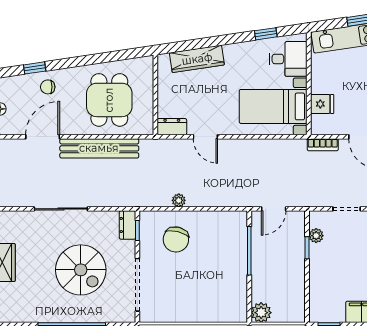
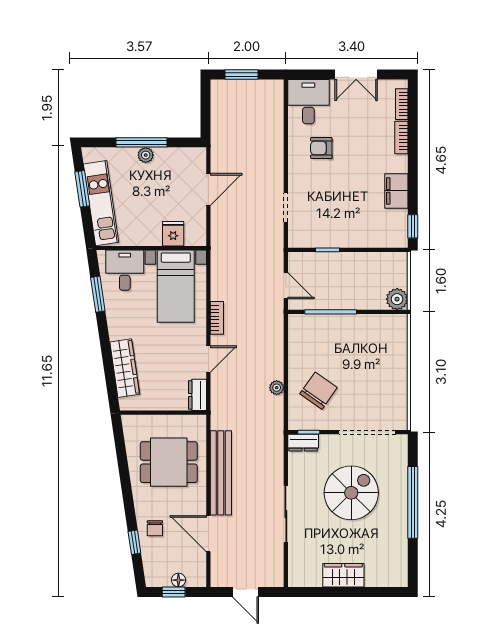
window: (266, 34) -> (98, 294), width x1.50
bookcase: (323, 145) -> (217, 318), moved
plant: (316, 236) -> (314, 240), removed
chair: (176, 239) -> (319, 391), turned -69

